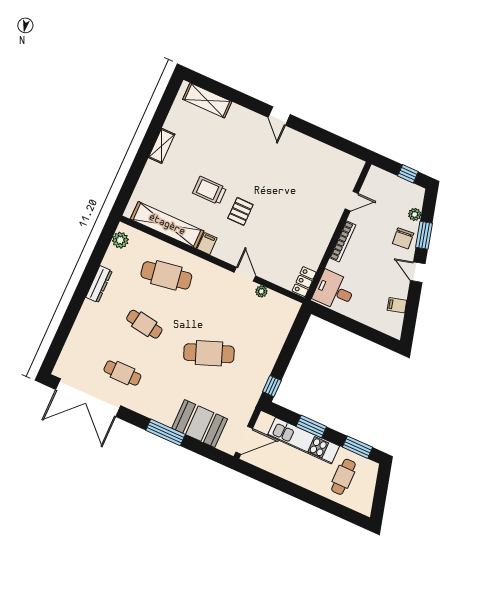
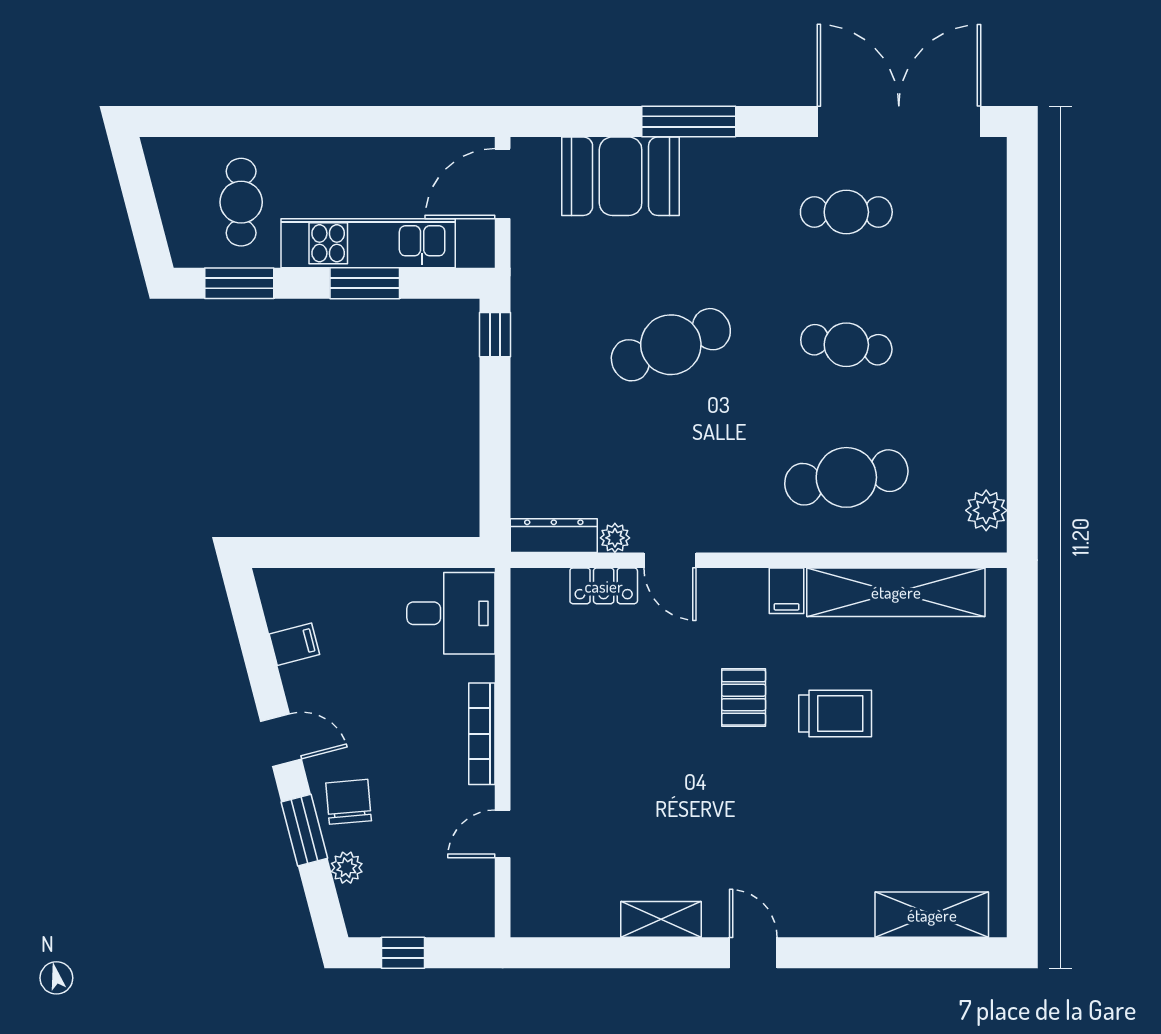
shelving: (162, 146) -> (661, 919), moved, turned 90
locker: (304, 282) -> (604, 586), moved, turned 90
dresser: (99, 284) -> (554, 536), moved, turned 90

